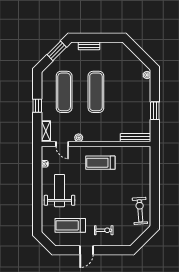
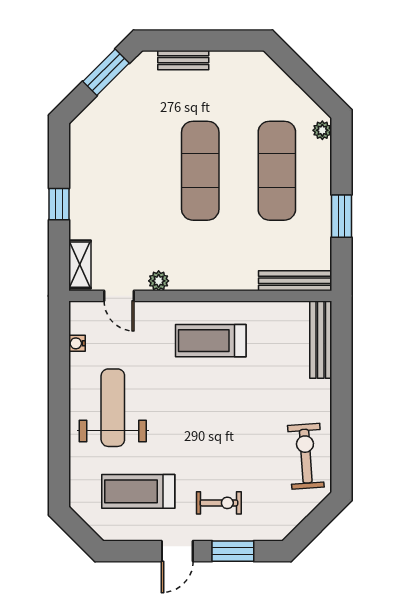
exercise mat: (64, 92) -> (277, 171), moved
bench: (146, 162) -> (321, 340), added
window: (110, 250) -> (233, 551), added

